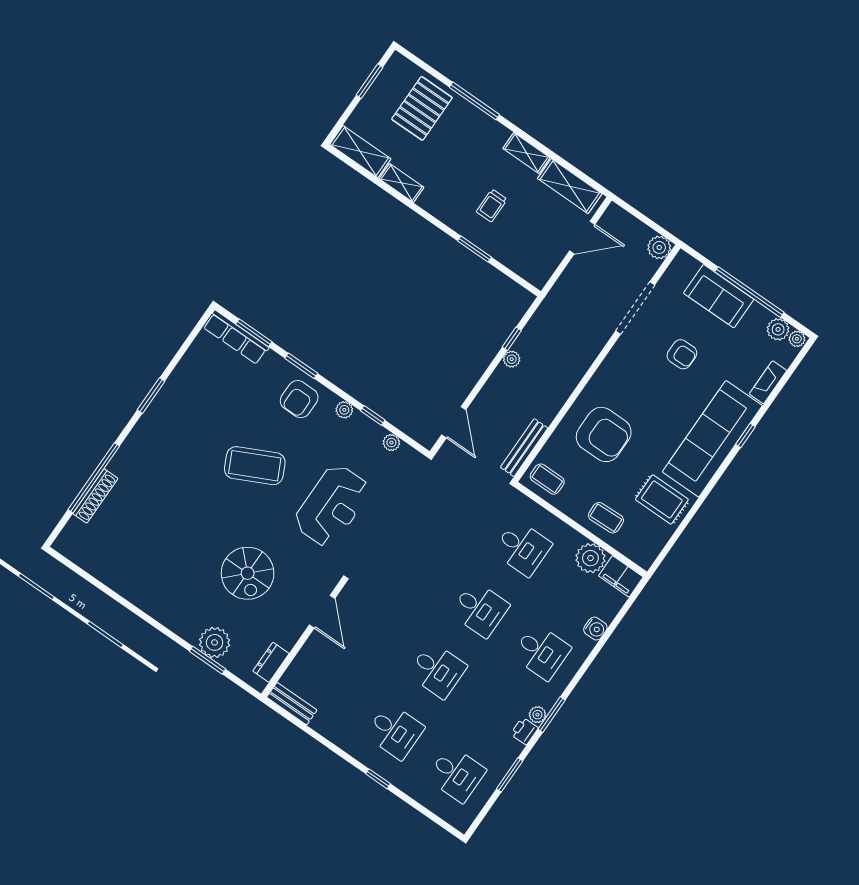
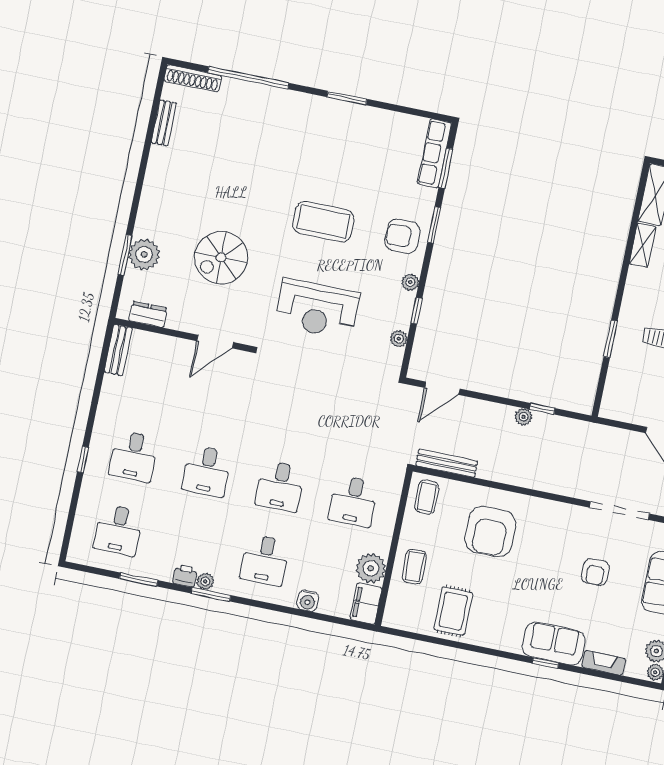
sofa: (712, 439) -> (554, 644), width x0.54, depth x0.79
coffee table: (255, 466) -> (323, 222), turned -64
shoe rack: (95, 496) -> (193, 78), moved
bench: (102, 573) -> (164, 123), added

